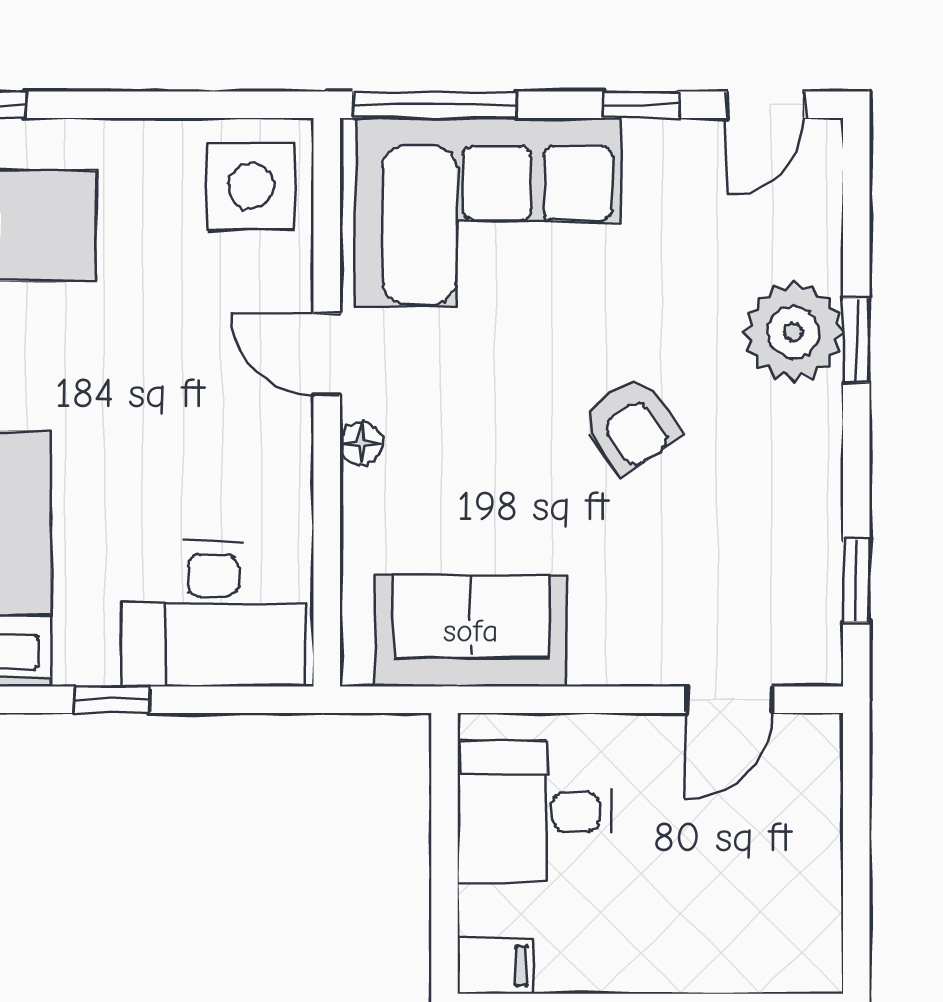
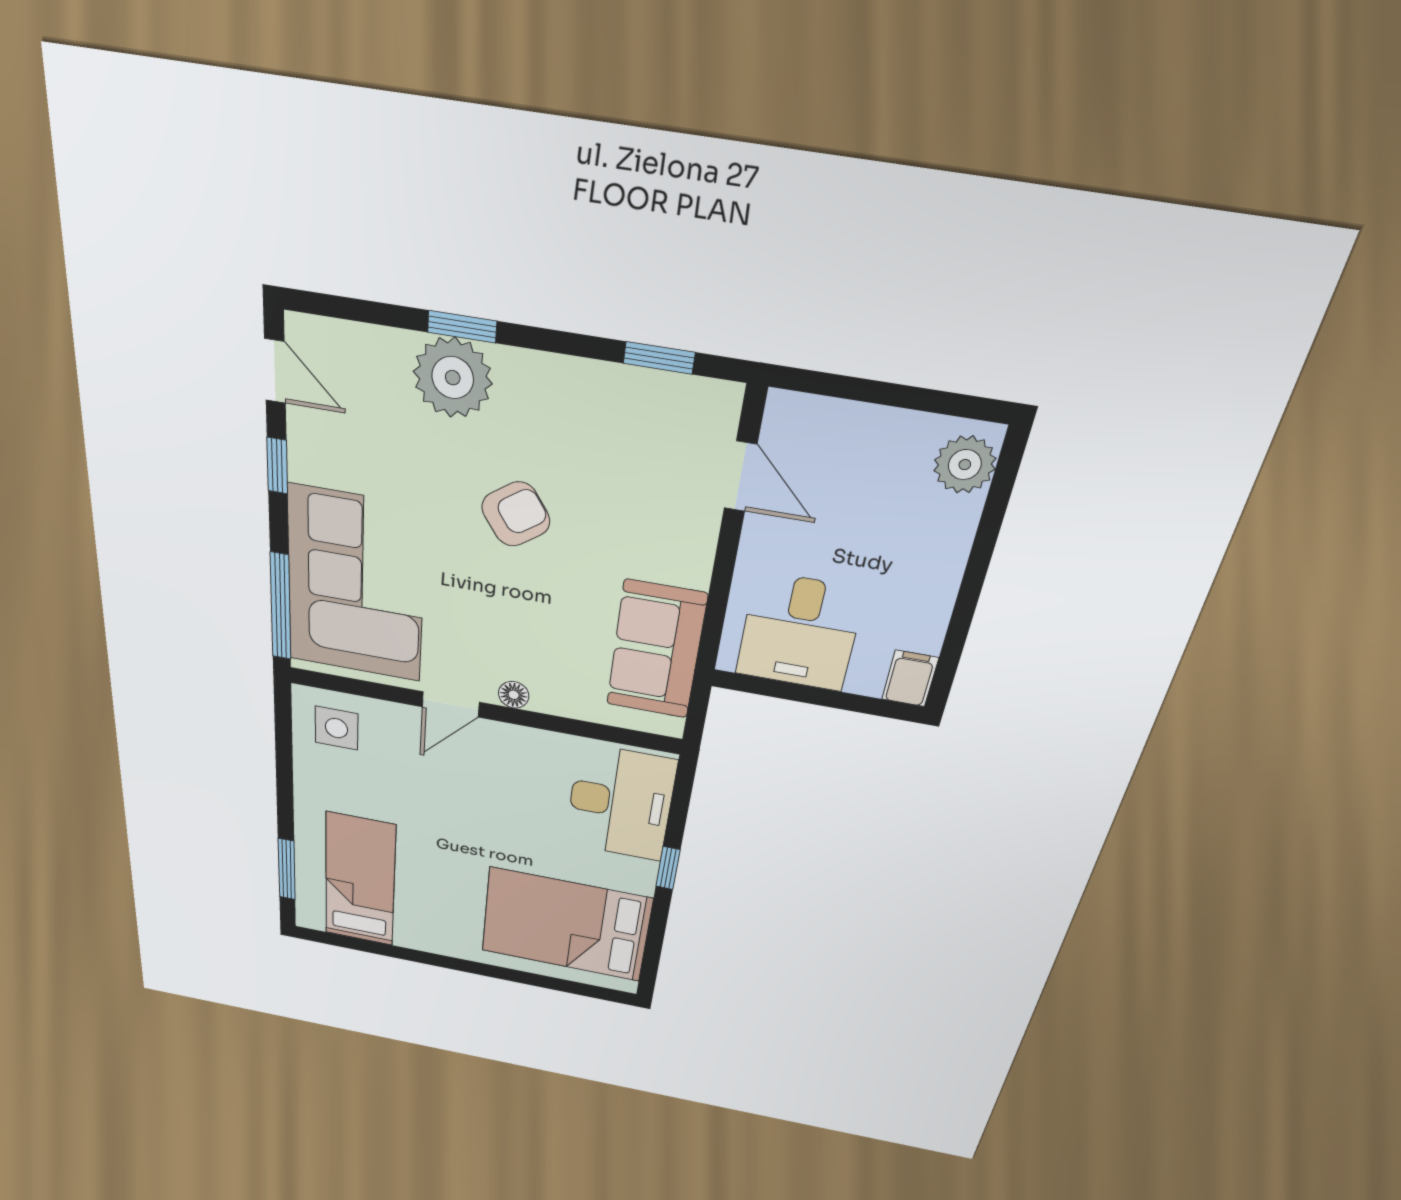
side table: (251, 186) -> (336, 728), width x0.73, depth x0.73
plant: (788, 958) -> (965, 465), added

